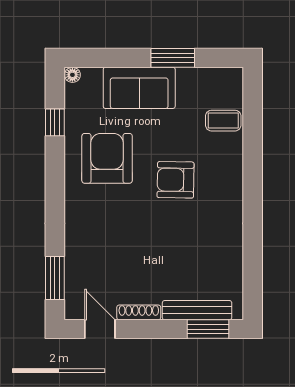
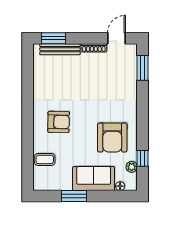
floor lamp: (72, 75) -> (120, 186), moved
plant: (74, 108) -> (132, 167), added
armchair: (176, 180) -> (59, 122), moved
door: (100, 329) -> (116, 38), swing flipped

